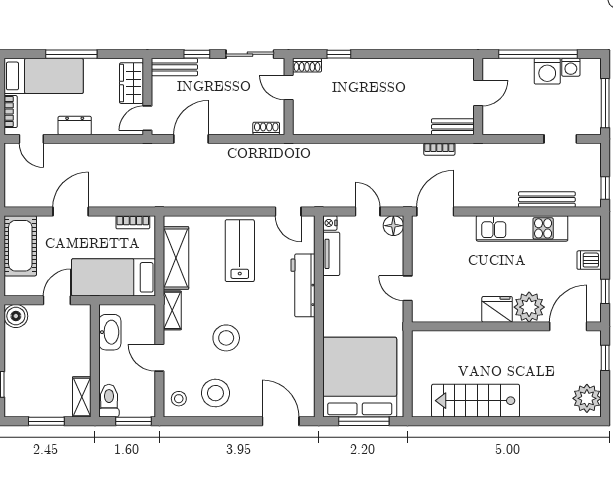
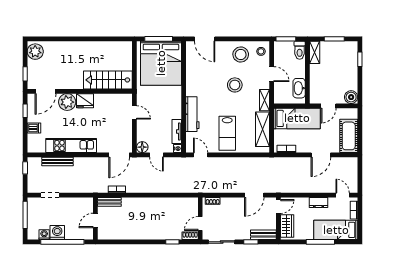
door: (289, 87) -> (200, 223), swing flipped
stairs: (476, 401) -> (108, 80), moved, turned 180

